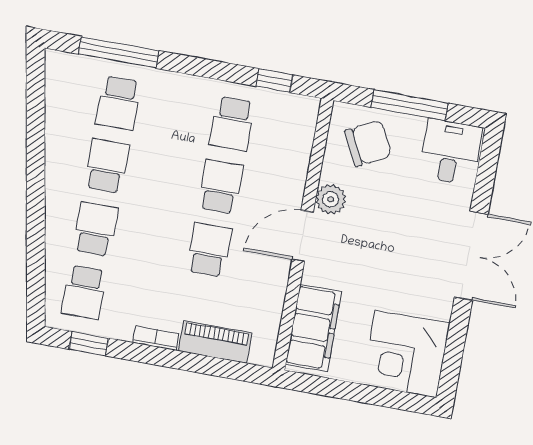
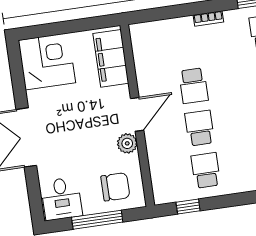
chair: (368, 143) -> (115, 187), turned -153
school desk: (221, 187) -> (200, 128), turned 180
piano: (215, 342) -> (170, 29), removed

